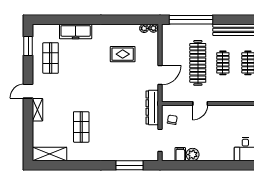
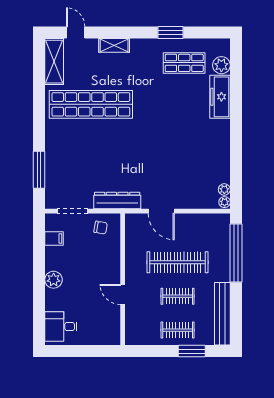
plant: (52, 30) -> (221, 65), added
window: (28, 46) -> (171, 33), moved
rug: (123, 54) -> (189, 160), removed
door: (28, 91) -> (76, 33), moved
door: (200, 103) -> (123, 294), moved
shop shelf: (81, 127) -> (91, 104), width x2.00, depth x1.36
plant: (193, 155) -> (54, 280), moved

